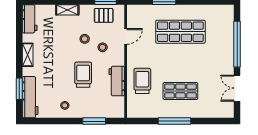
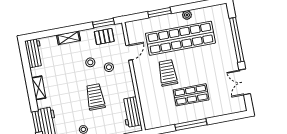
plant: (191, 10) -> (187, 15), added
shop shelf: (180, 32) -> (180, 38), width x1.40
workbench: (117, 81) -> (131, 112), moved
trolley: (142, 81) -> (168, 73), moved

